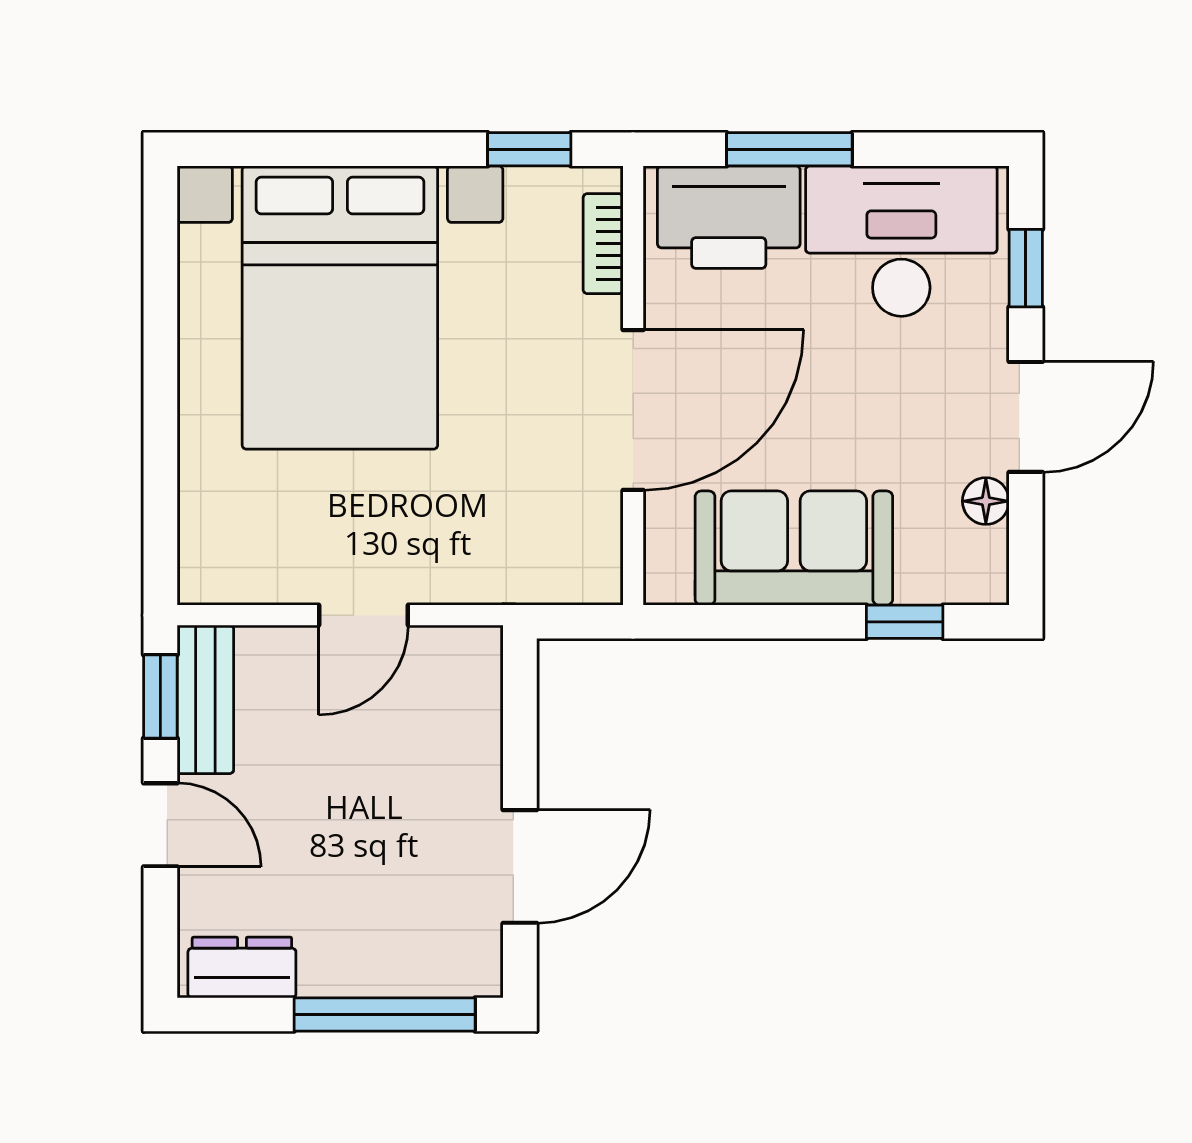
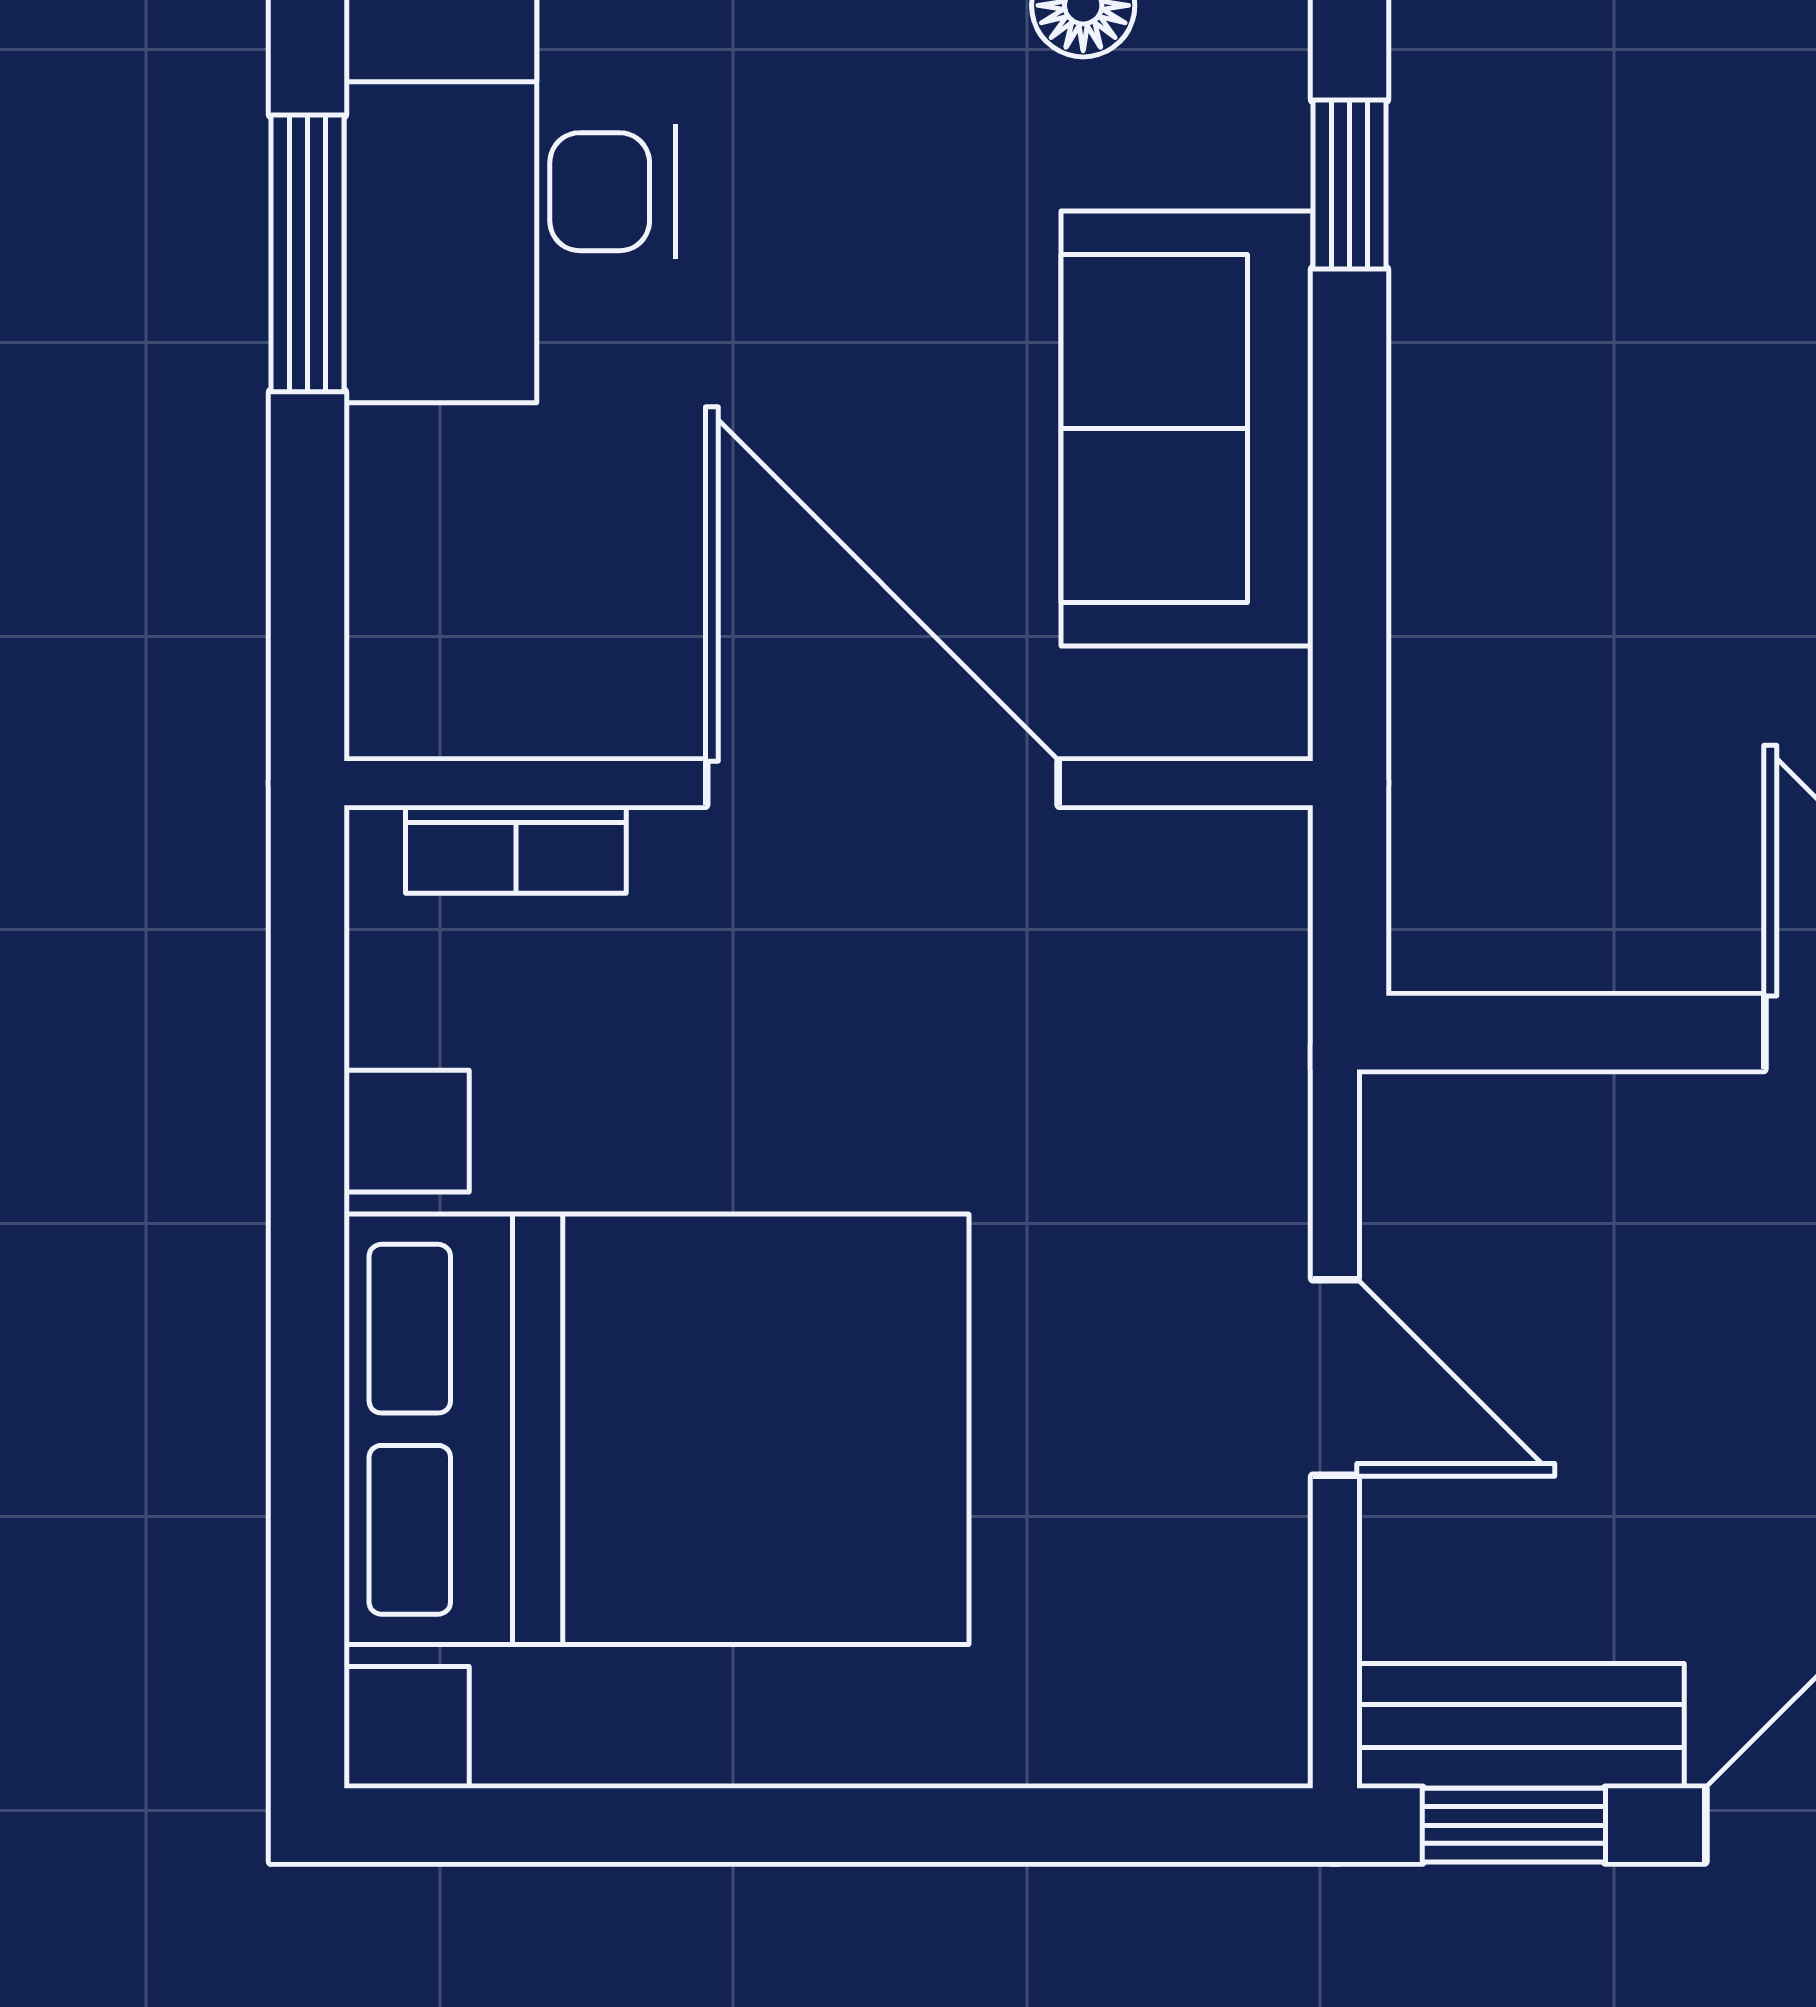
window: (529, 149) -> (307, 1012), removed
window: (789, 149) -> (307, 253), moved
printer: (729, 217) -> (457, 572), removed

